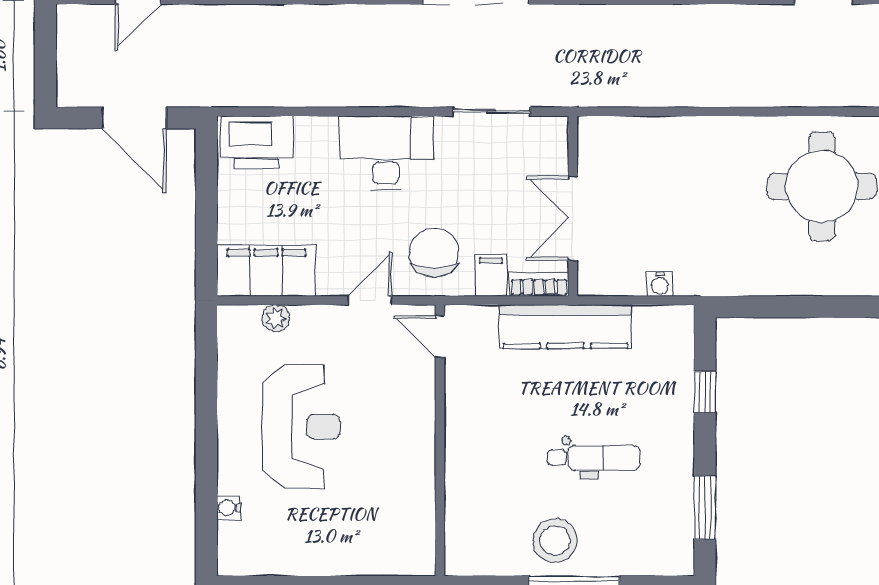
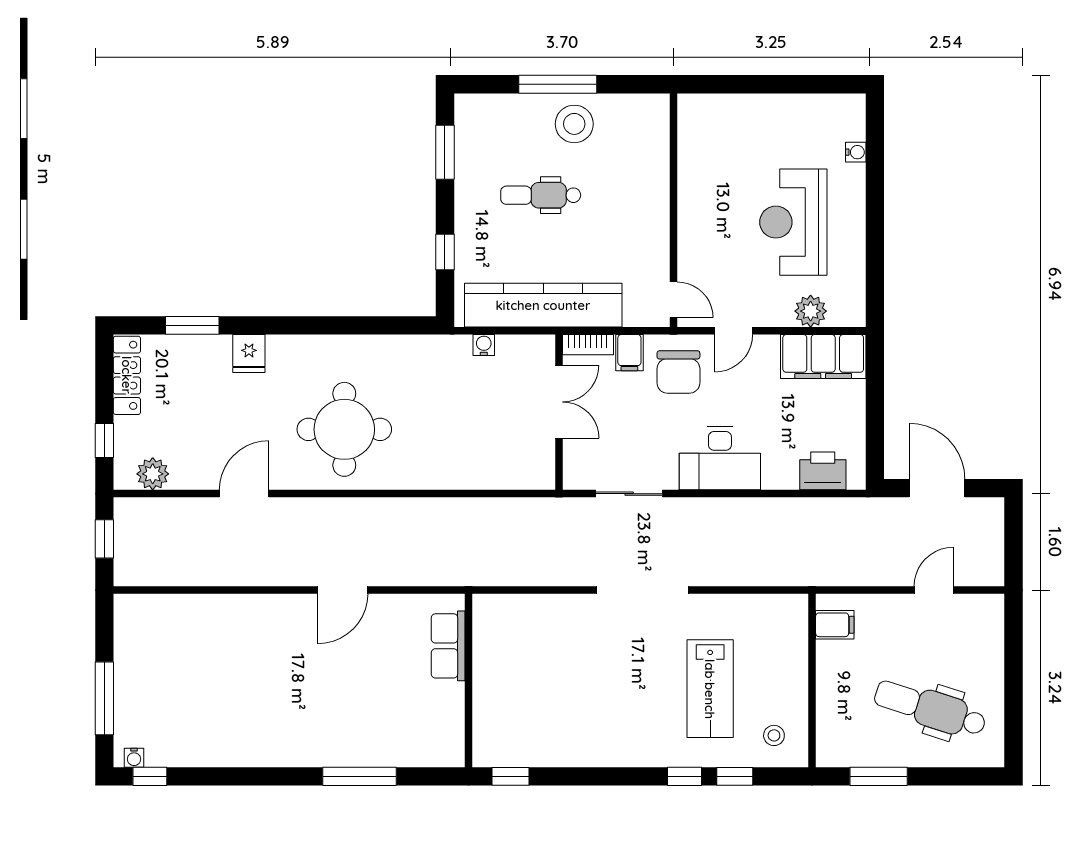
printer: (257, 142) -> (823, 471), width x0.73, depth x0.84
plant: (276, 318) -> (811, 311), width x1.38, depth x1.38
kitchen counter: (565, 327) -> (543, 305), width x1.39, depth x1.17

